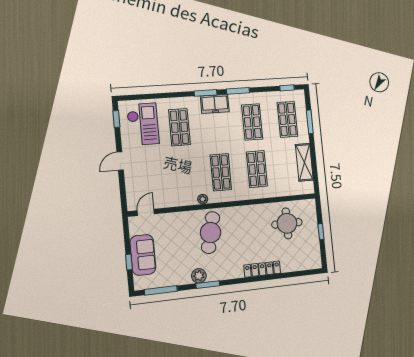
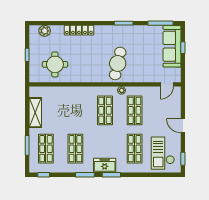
door: (120, 161) -> (183, 126), swing flipped
shop shelf: (257, 169) -> (135, 110), moved
sofa: (143, 255) -> (172, 46), width x1.36
plant: (199, 276) -> (45, 31), moved

